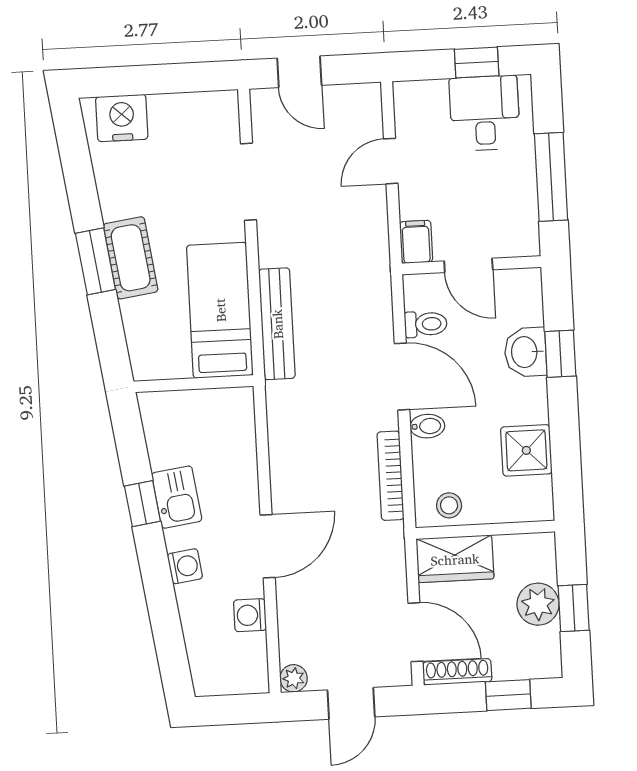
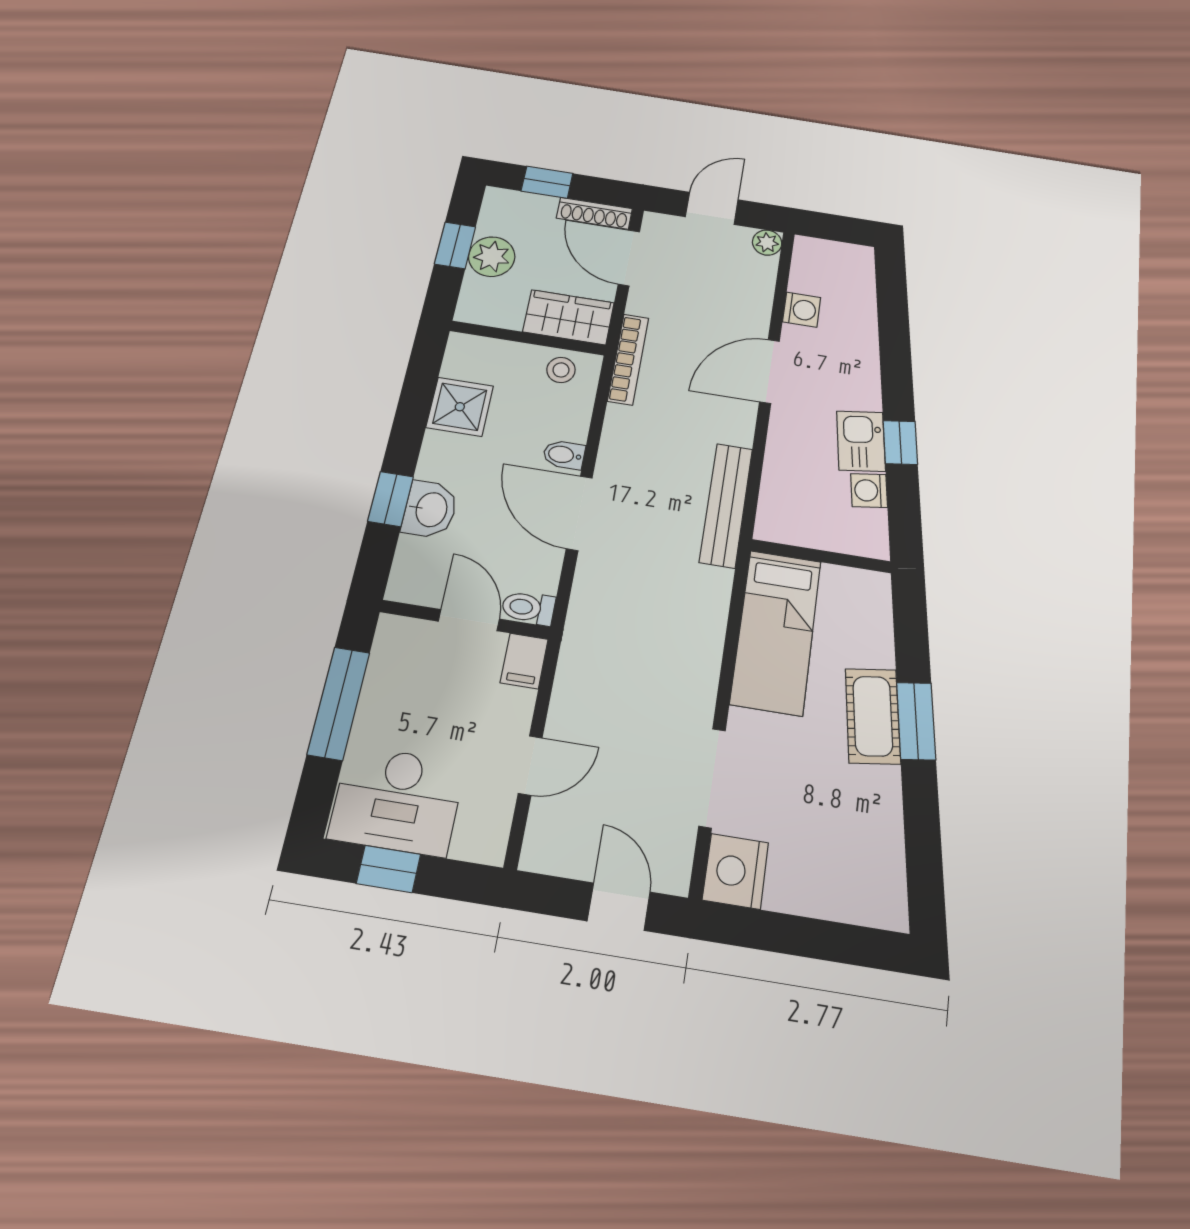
desk: (485, 113) -> (397, 800), width x1.37
nightstand: (122, 118) -> (736, 871), moved, turned 90
bench: (277, 324) -> (726, 505), moved
toilet: (426, 324) -> (528, 608), moved
bookcase: (390, 476) -> (628, 359), moved
washing machine: (185, 566) -> (869, 490), moved

